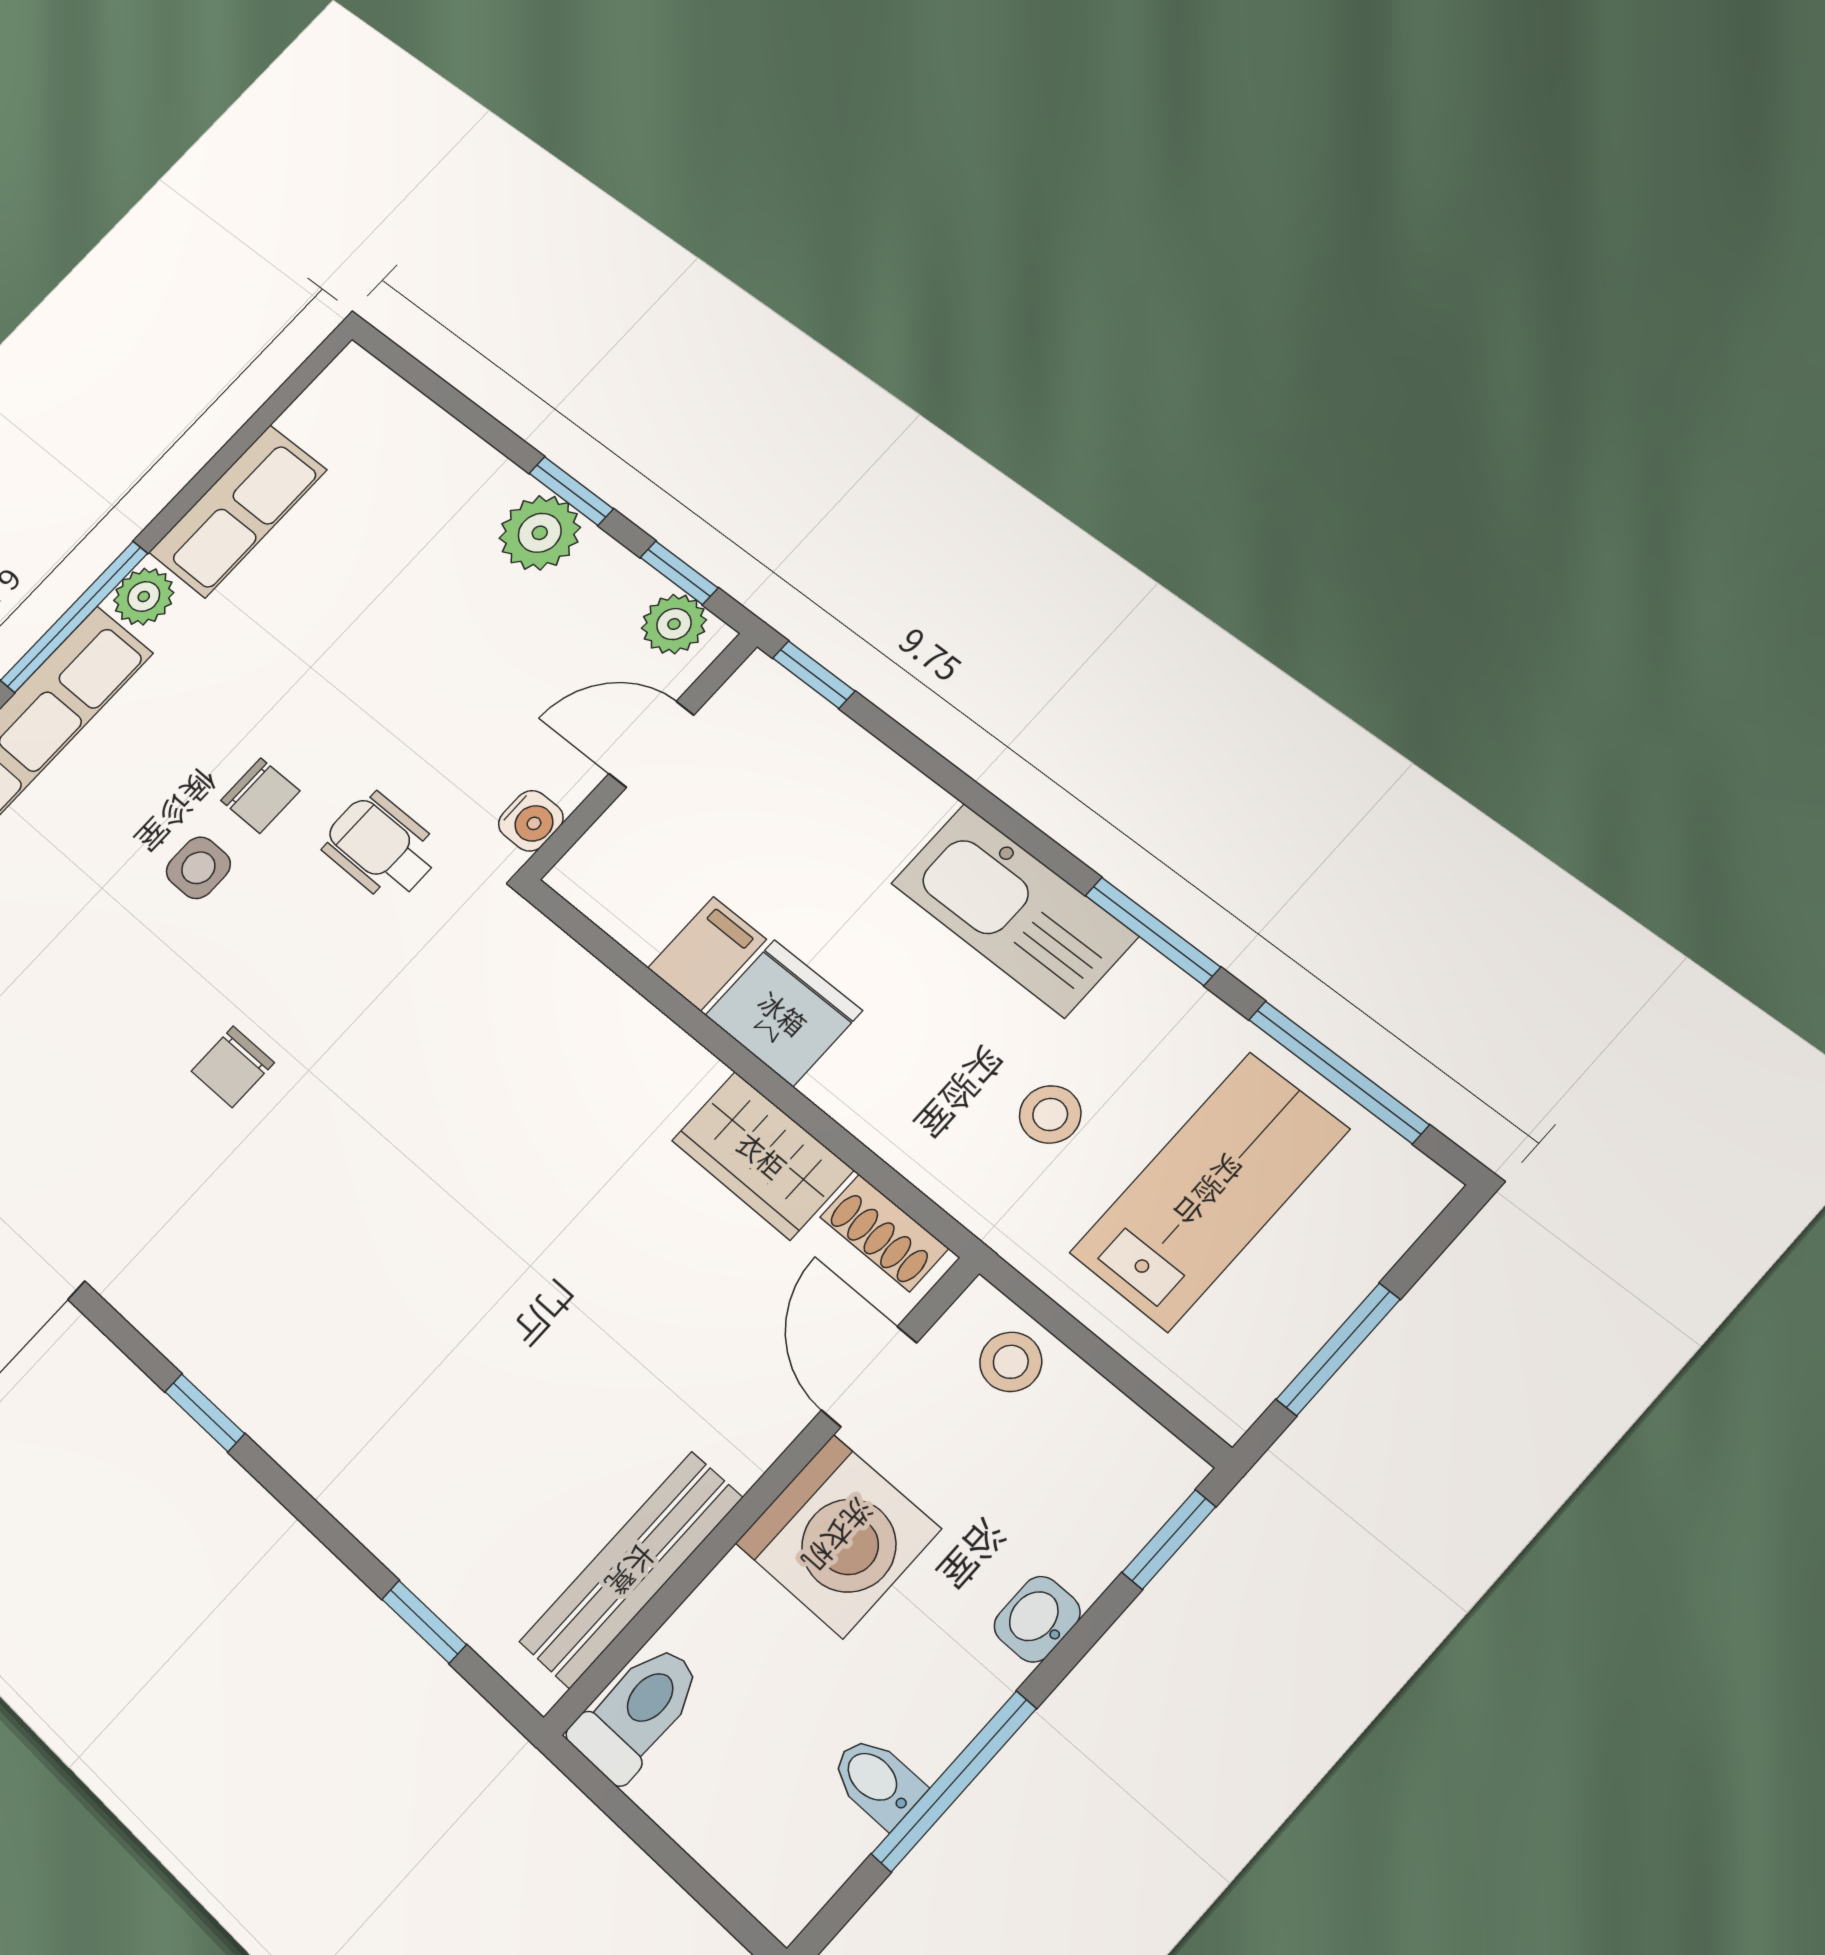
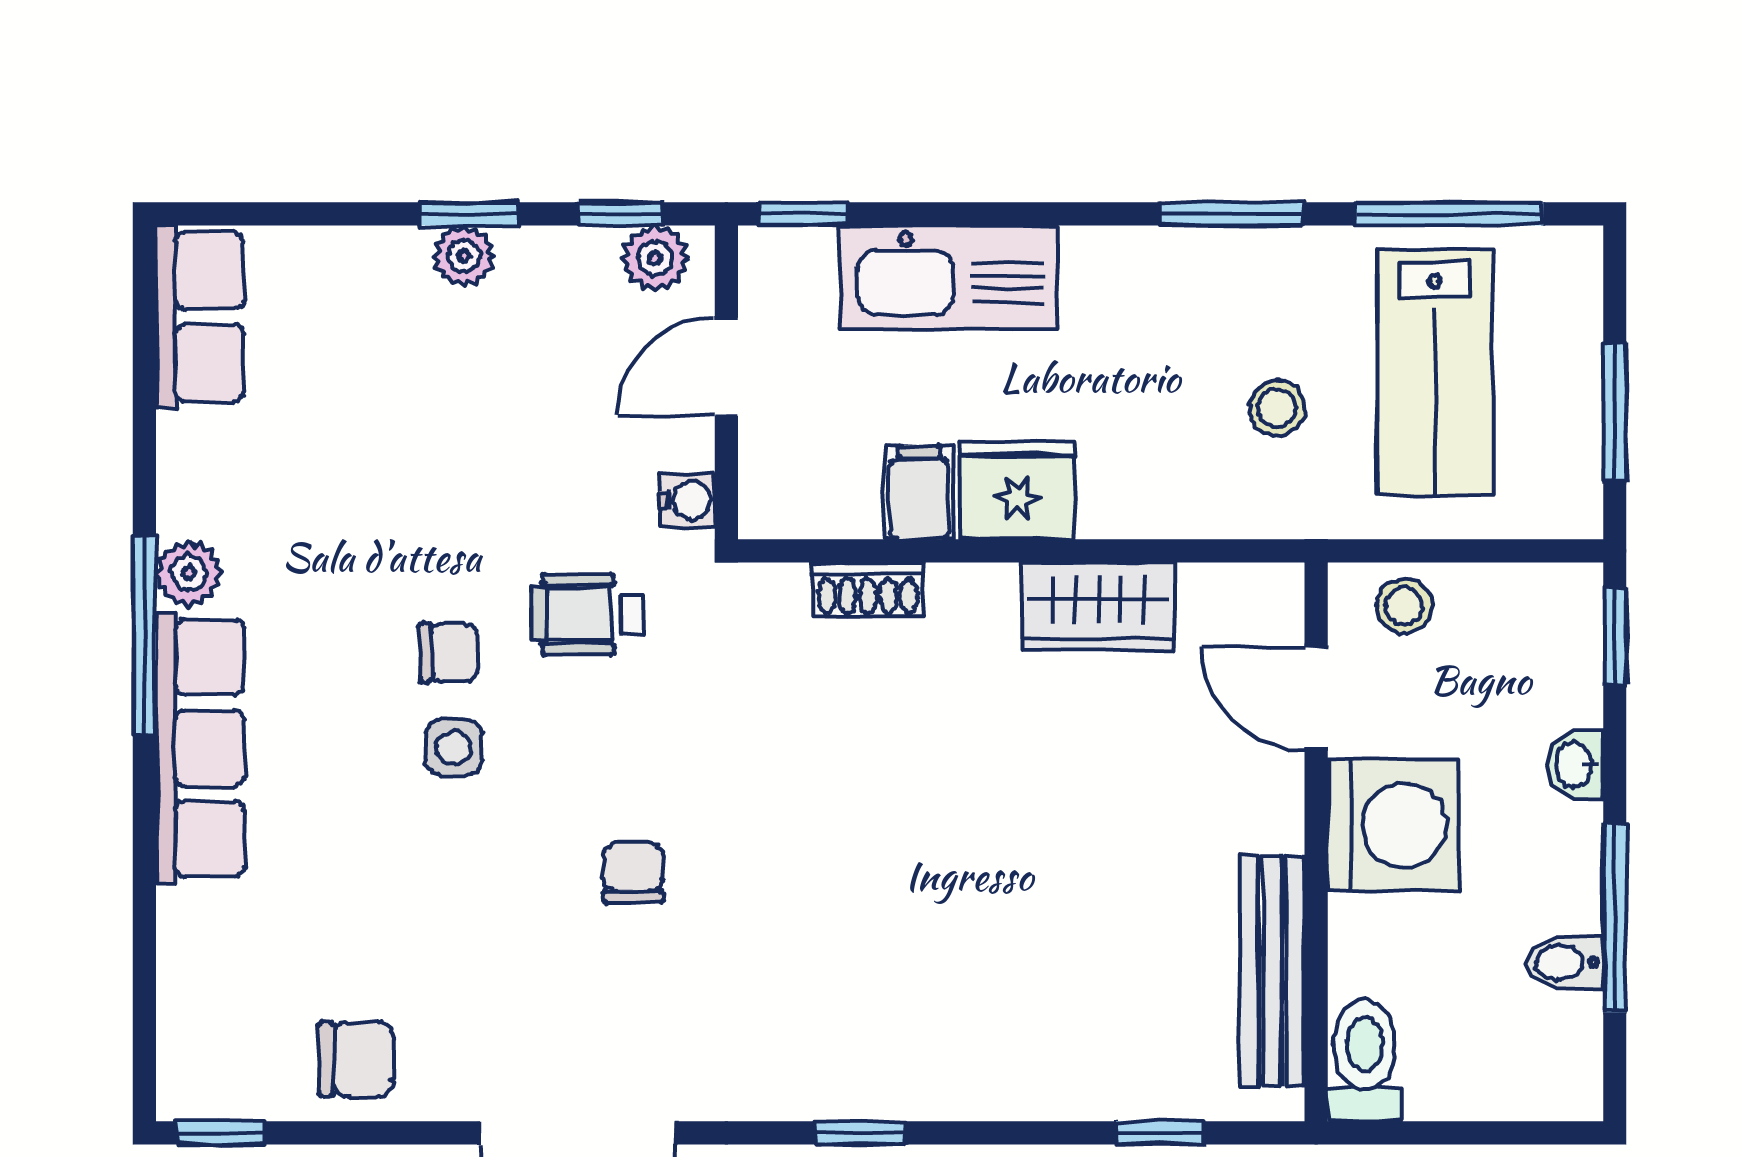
row of seats: (238, 511) -> (200, 317), moved
plant: (540, 533) -> (464, 256), width x0.73, depth x0.73
kitchen sink: (1014, 910) -> (949, 277), moved
chair: (233, 1067) -> (633, 873), turned 180
lab bench: (1209, 1191) -> (1435, 372), turned 180
shoe rack: (884, 1233) -> (868, 589), moved

